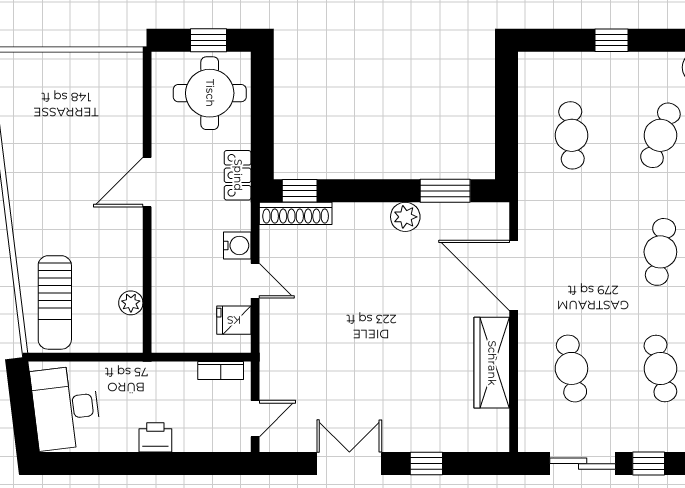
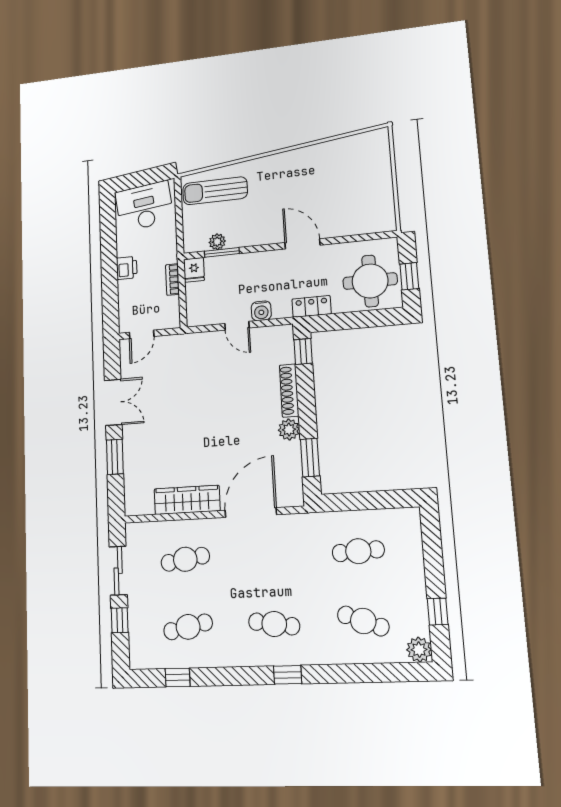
window: (611, 40) -> (438, 612), moved
shoe rack: (296, 213) -> (289, 391), moved
door: (255, 281) -> (237, 326), hinge flipped
window: (147, 297) -> (222, 252), added
fridge: (234, 320) -> (194, 270), moved, turned 180
bookcase: (221, 370) -> (172, 279), moved
door: (255, 419) -> (142, 334), hinge flipped
window: (426, 464) -> (115, 457), width x1.50

